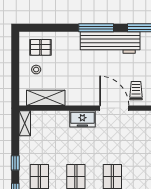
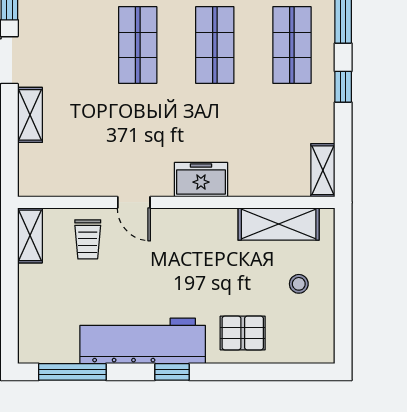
window: (96, 28) -> (172, 372), width x0.46
pallet: (40, 47) -> (243, 333), moved
door: (114, 108) -> (134, 202), width x0.53

